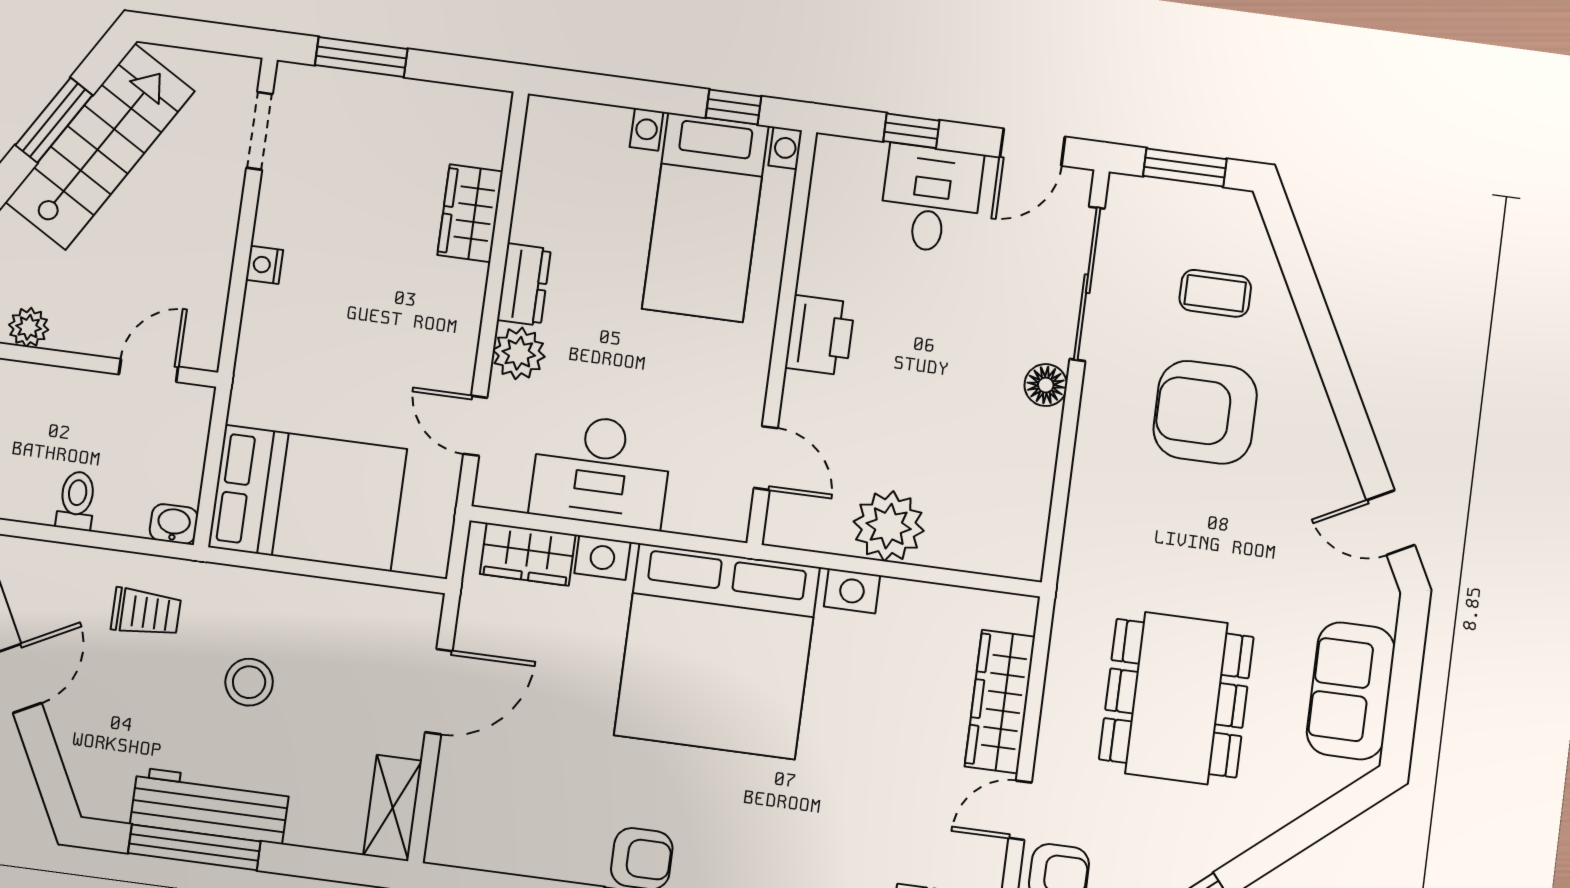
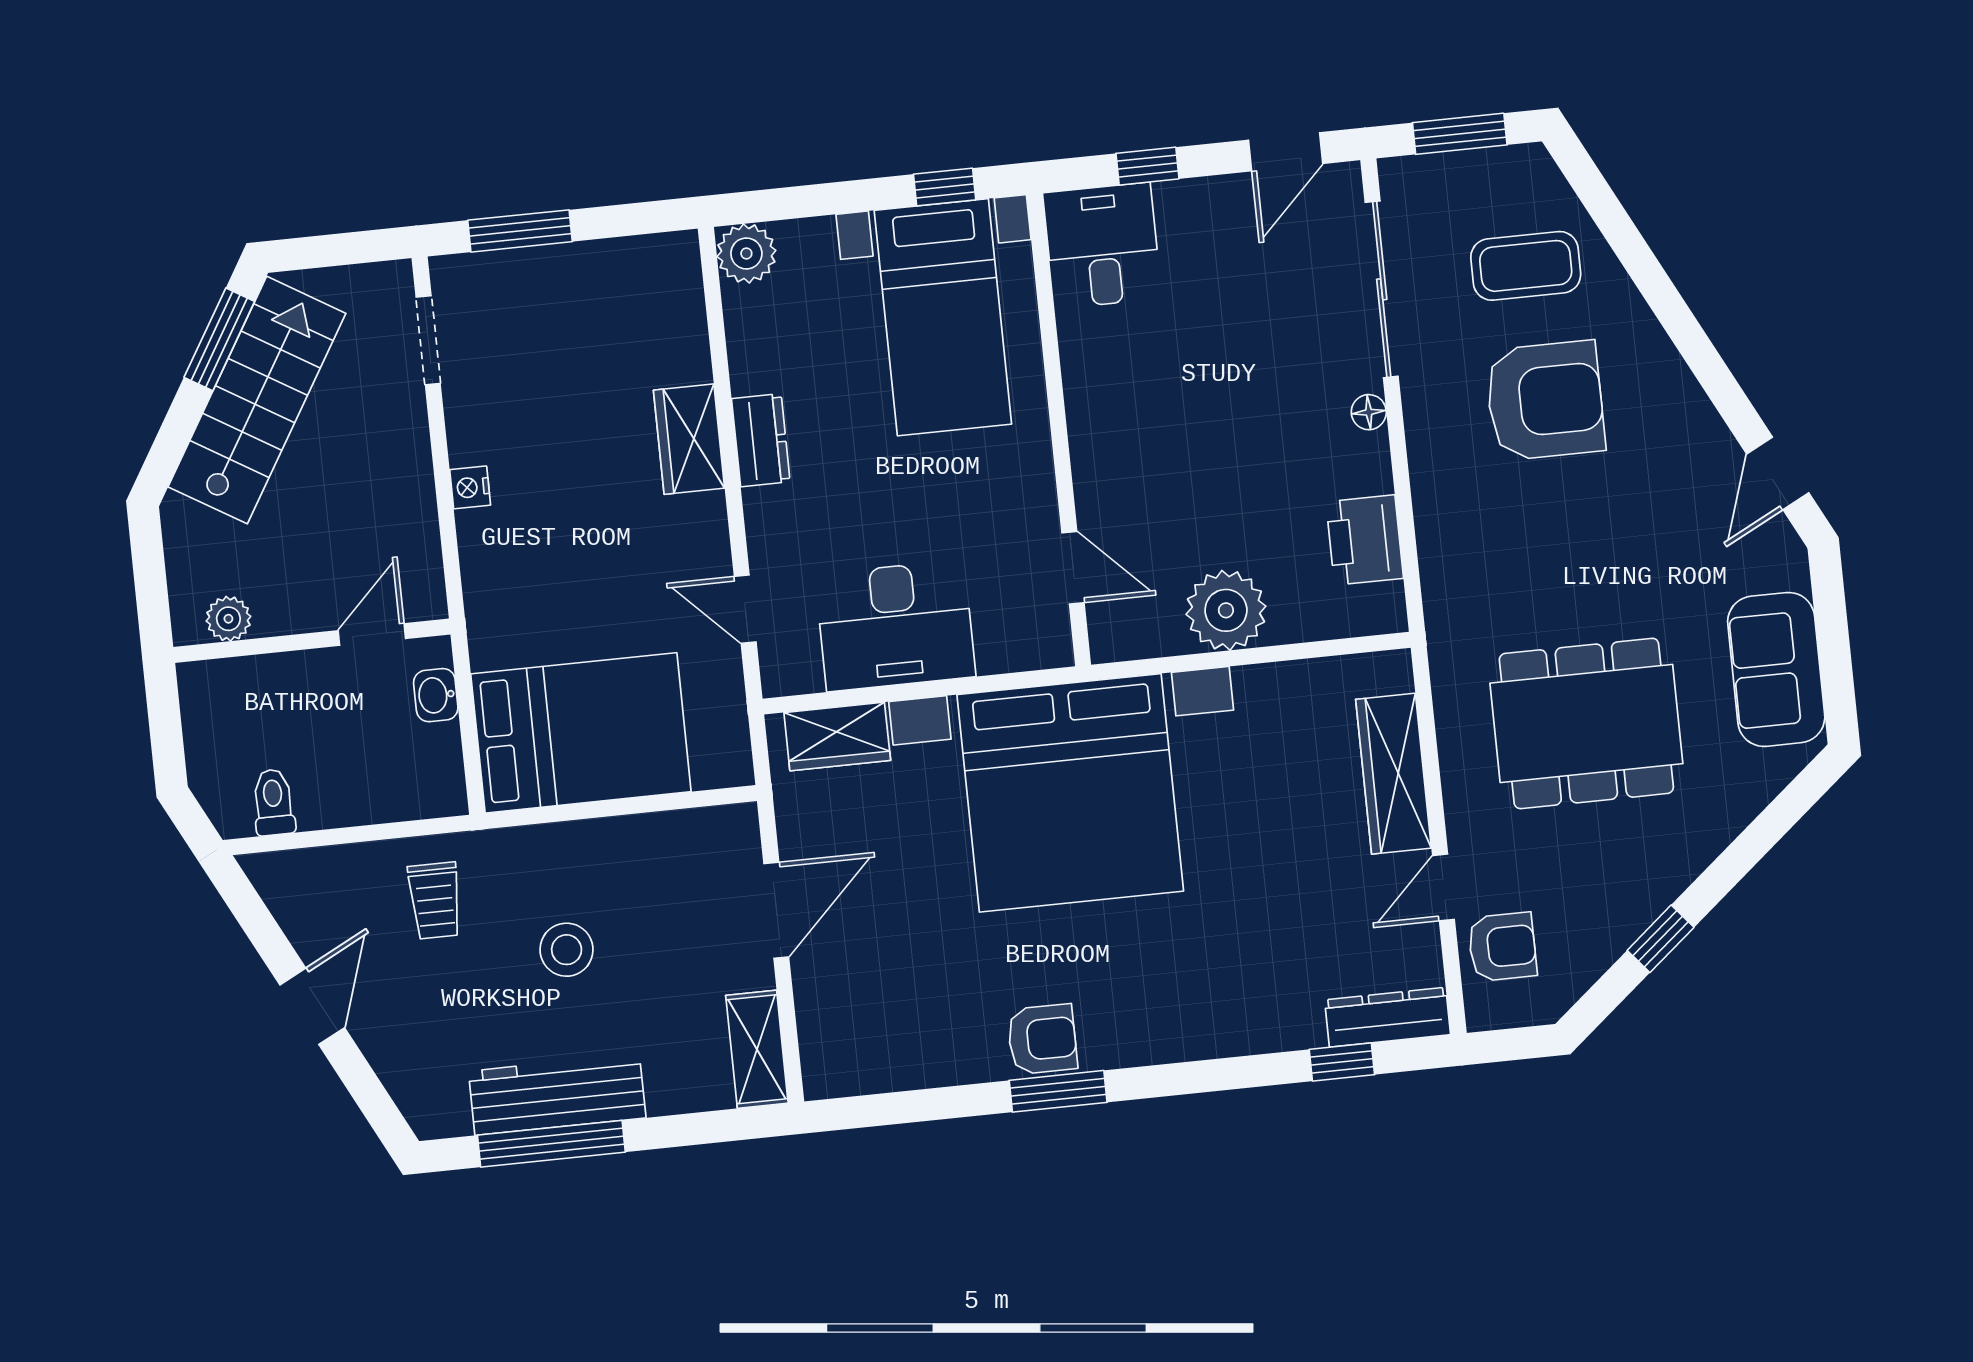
window: (54, 120) -> (219, 339), moved
desk: (931, 199) -> (1102, 246), moved
wardrobe: (470, 213) -> (689, 439), moved
coffee table: (1215, 293) -> (1526, 266), width x1.36, depth x1.30
printer: (820, 335) -> (1365, 540), moved, turned 180
plant: (519, 353) -> (746, 253), moved
floor lamp: (1046, 385) -> (1369, 412), width x0.73, depth x0.73
armchair: (1205, 412) -> (1545, 401), turned 180
toilet: (77, 501) -> (273, 802), moved
door: (1391, 523) -> (1778, 473), hinge flipped
washbasin: (174, 524) -> (436, 695), moved, turned -90
trolley: (146, 612) -> (435, 901), turned 90
dining table: (1176, 698) -> (1586, 723), turned 90

